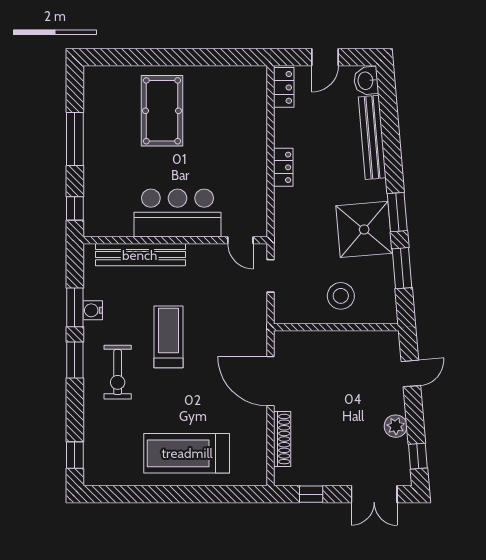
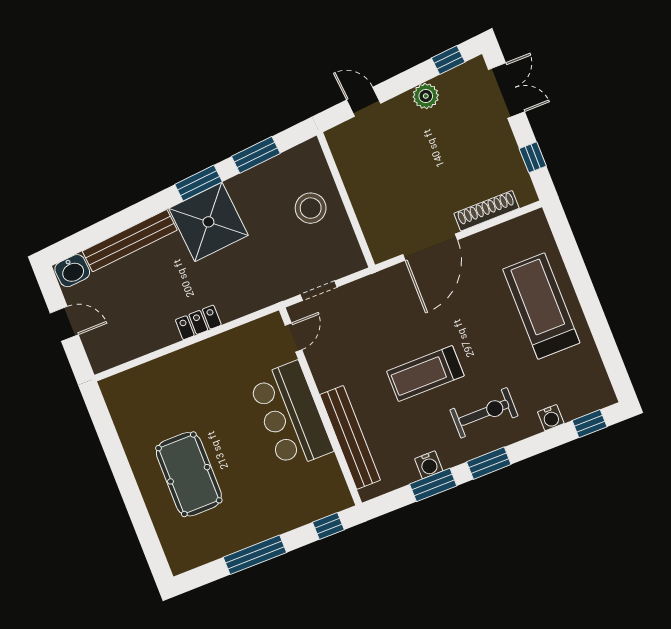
locker: (284, 87) -> (114, 355), removed
pool table: (162, 111) -> (189, 474), turned 90
shower: (364, 229) -> (208, 222), moved
water cooler: (92, 425) -> (551, 418), added
treadmill: (187, 453) -> (541, 306), turned 180

